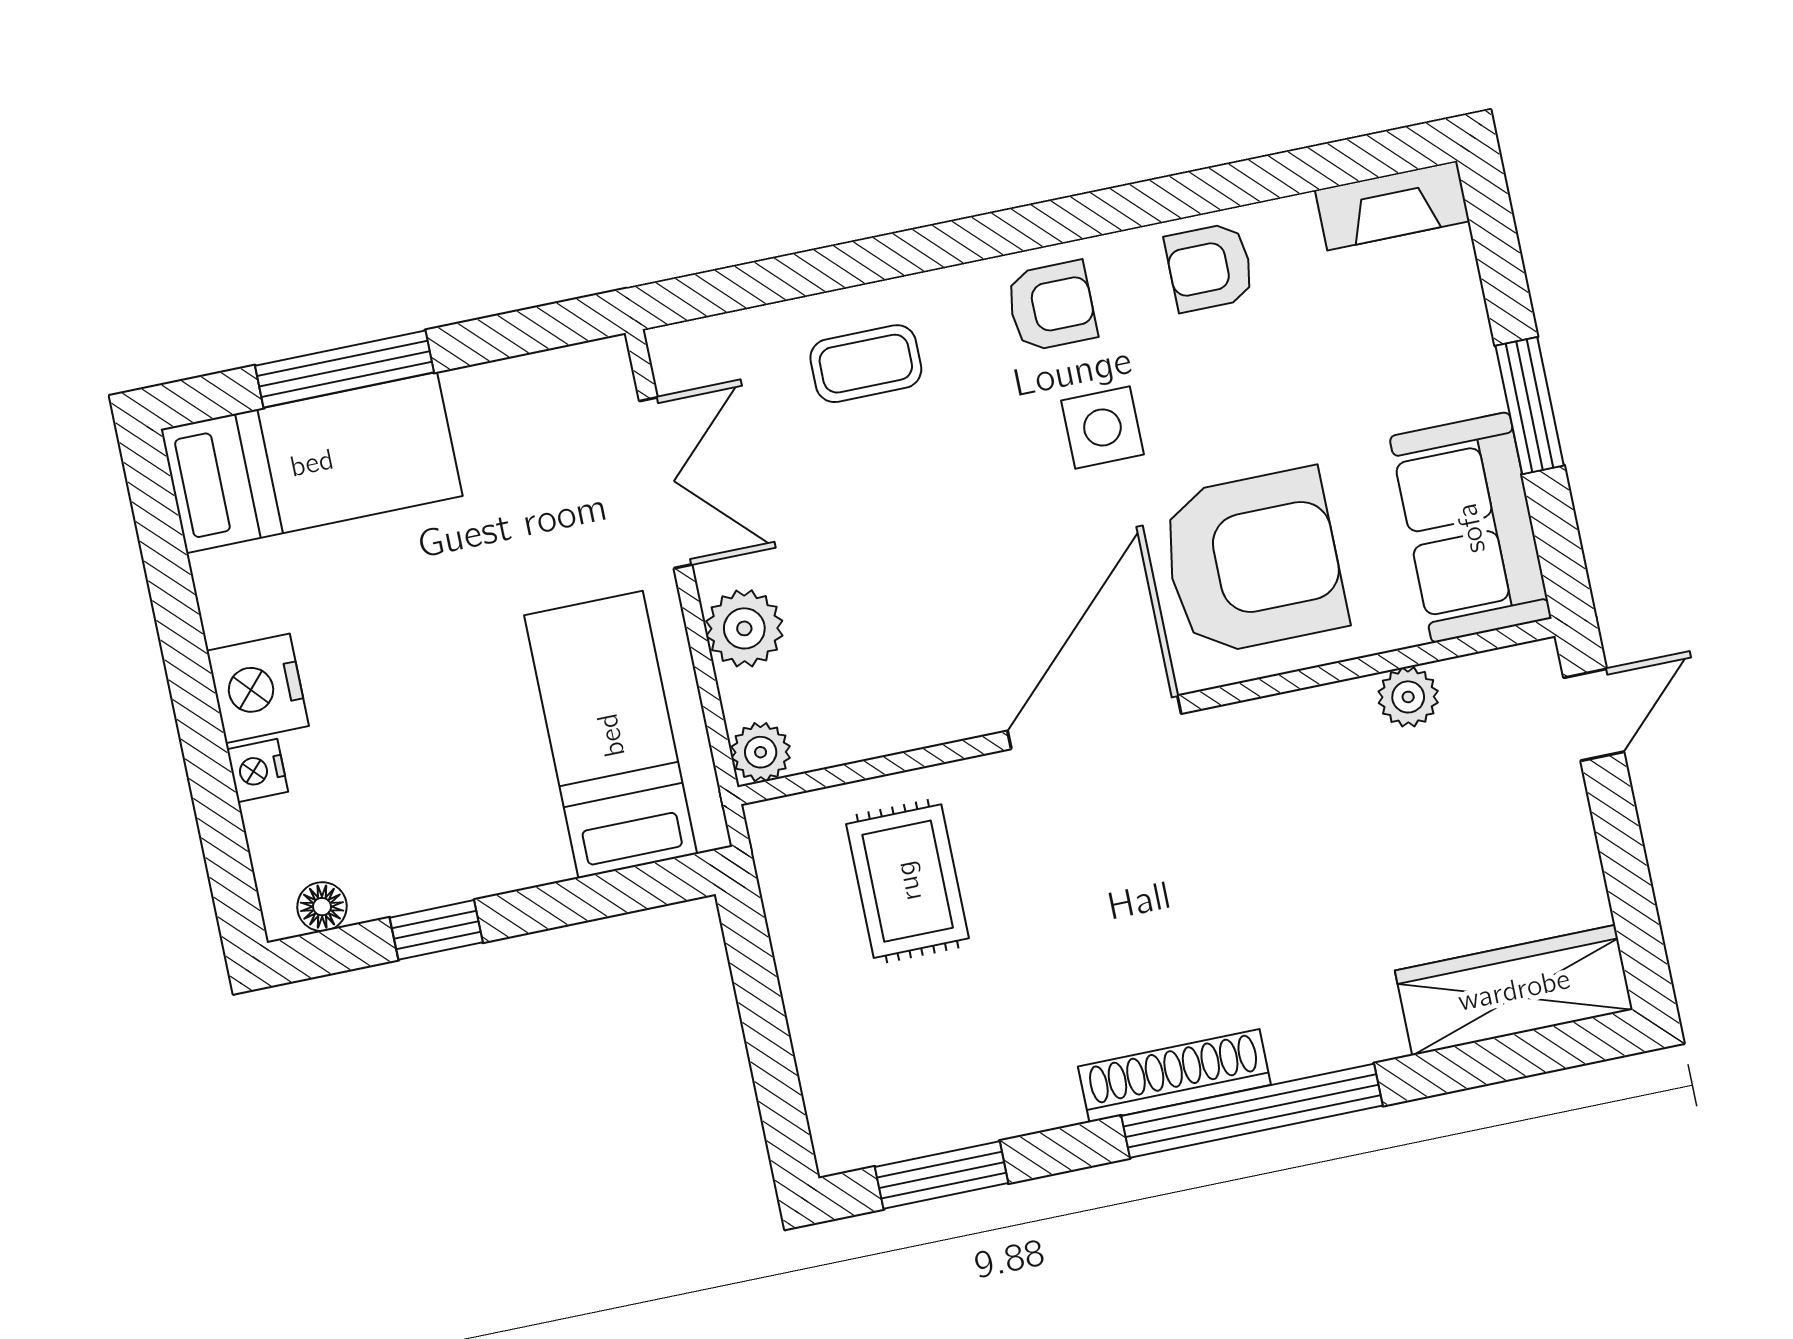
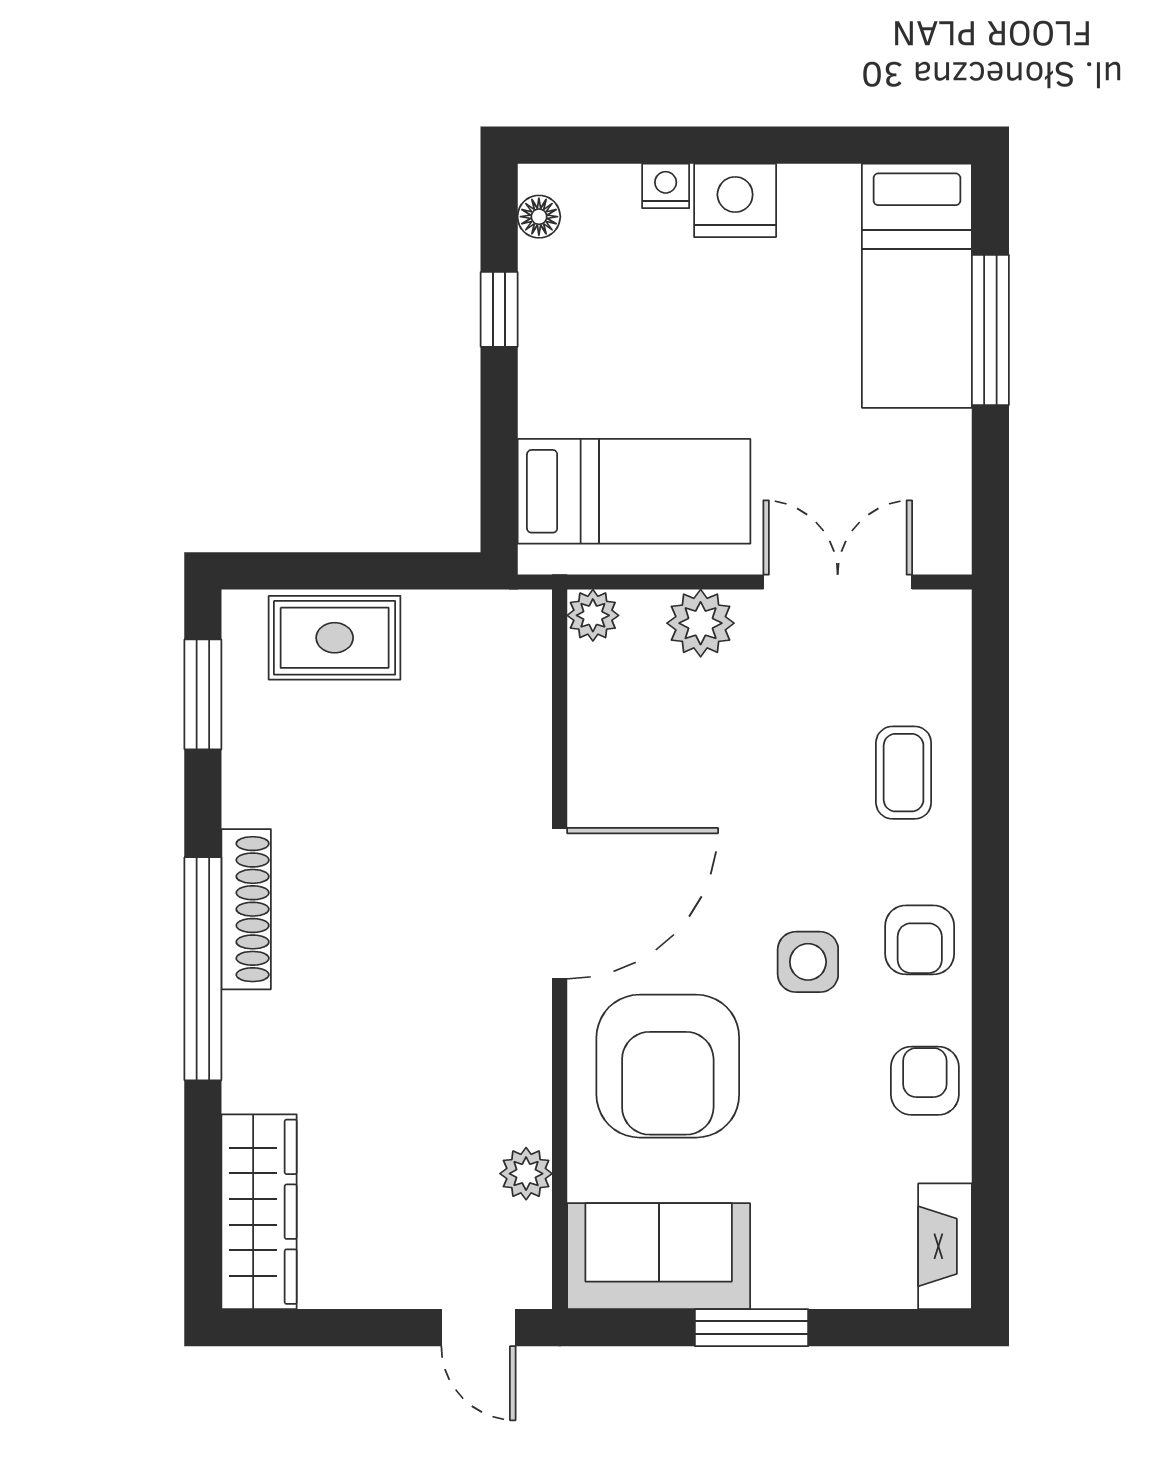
double door: (666, 483) -> (838, 582), swing flipped
door: (1094, 722) -> (560, 903), hinge flipped
rug: (908, 881) -> (335, 638), moved

